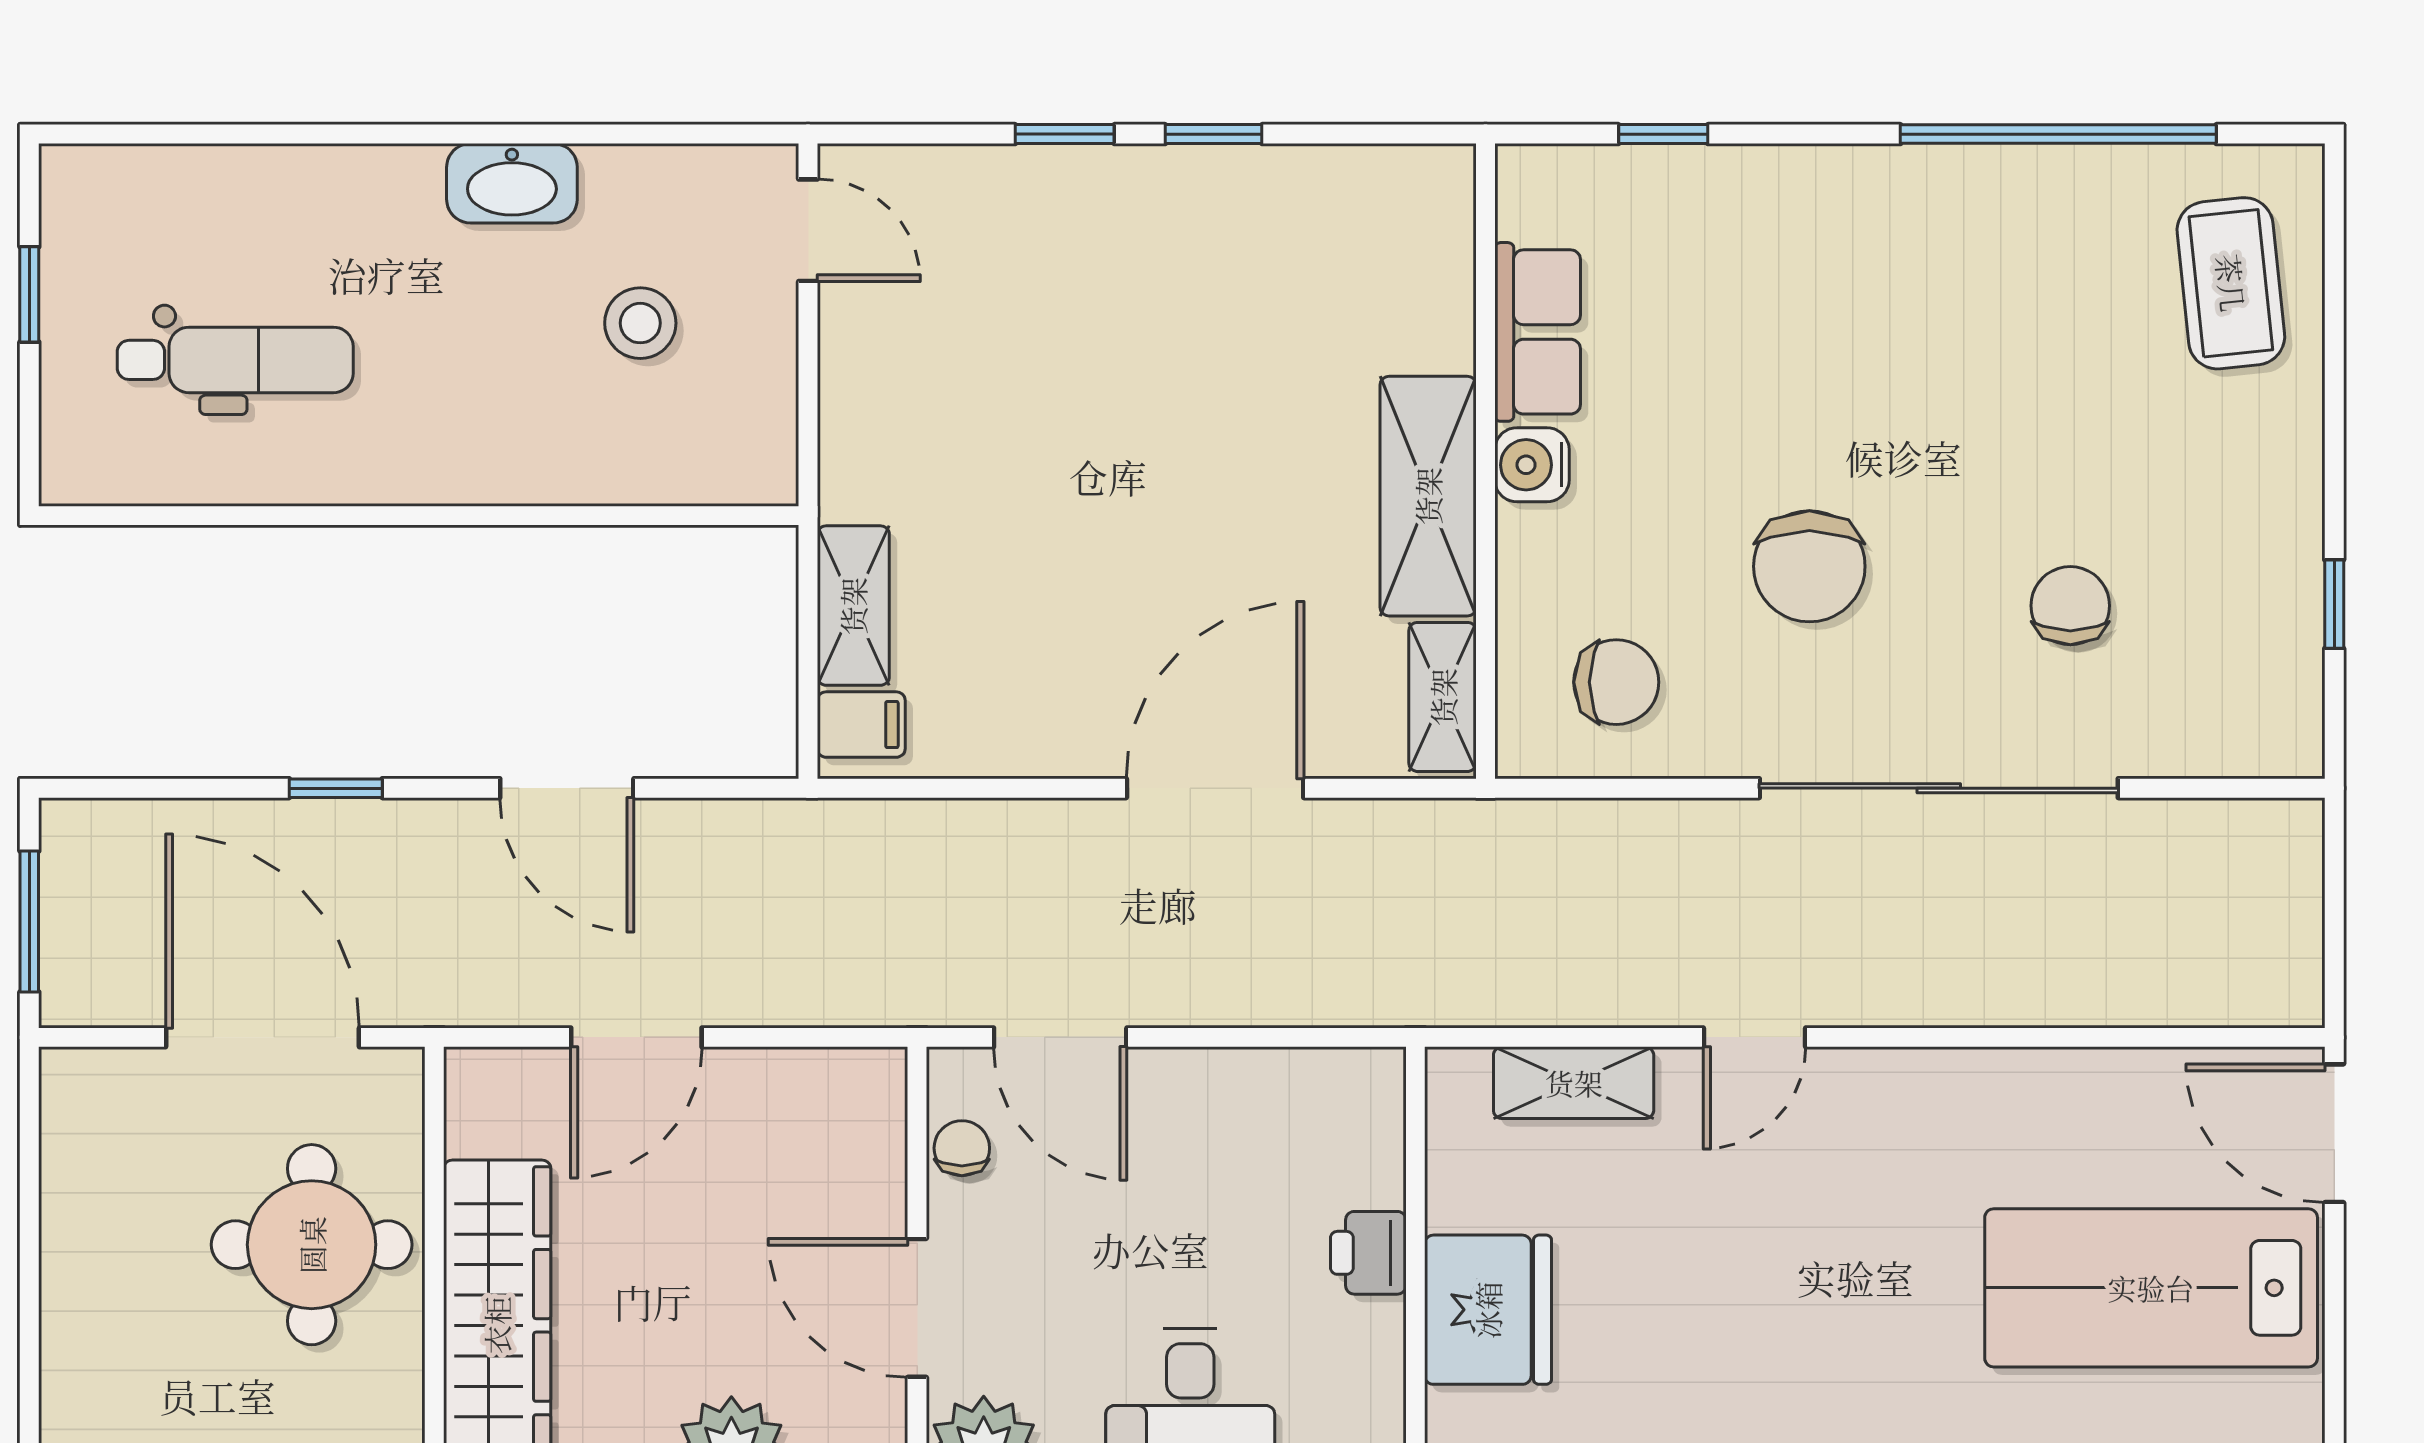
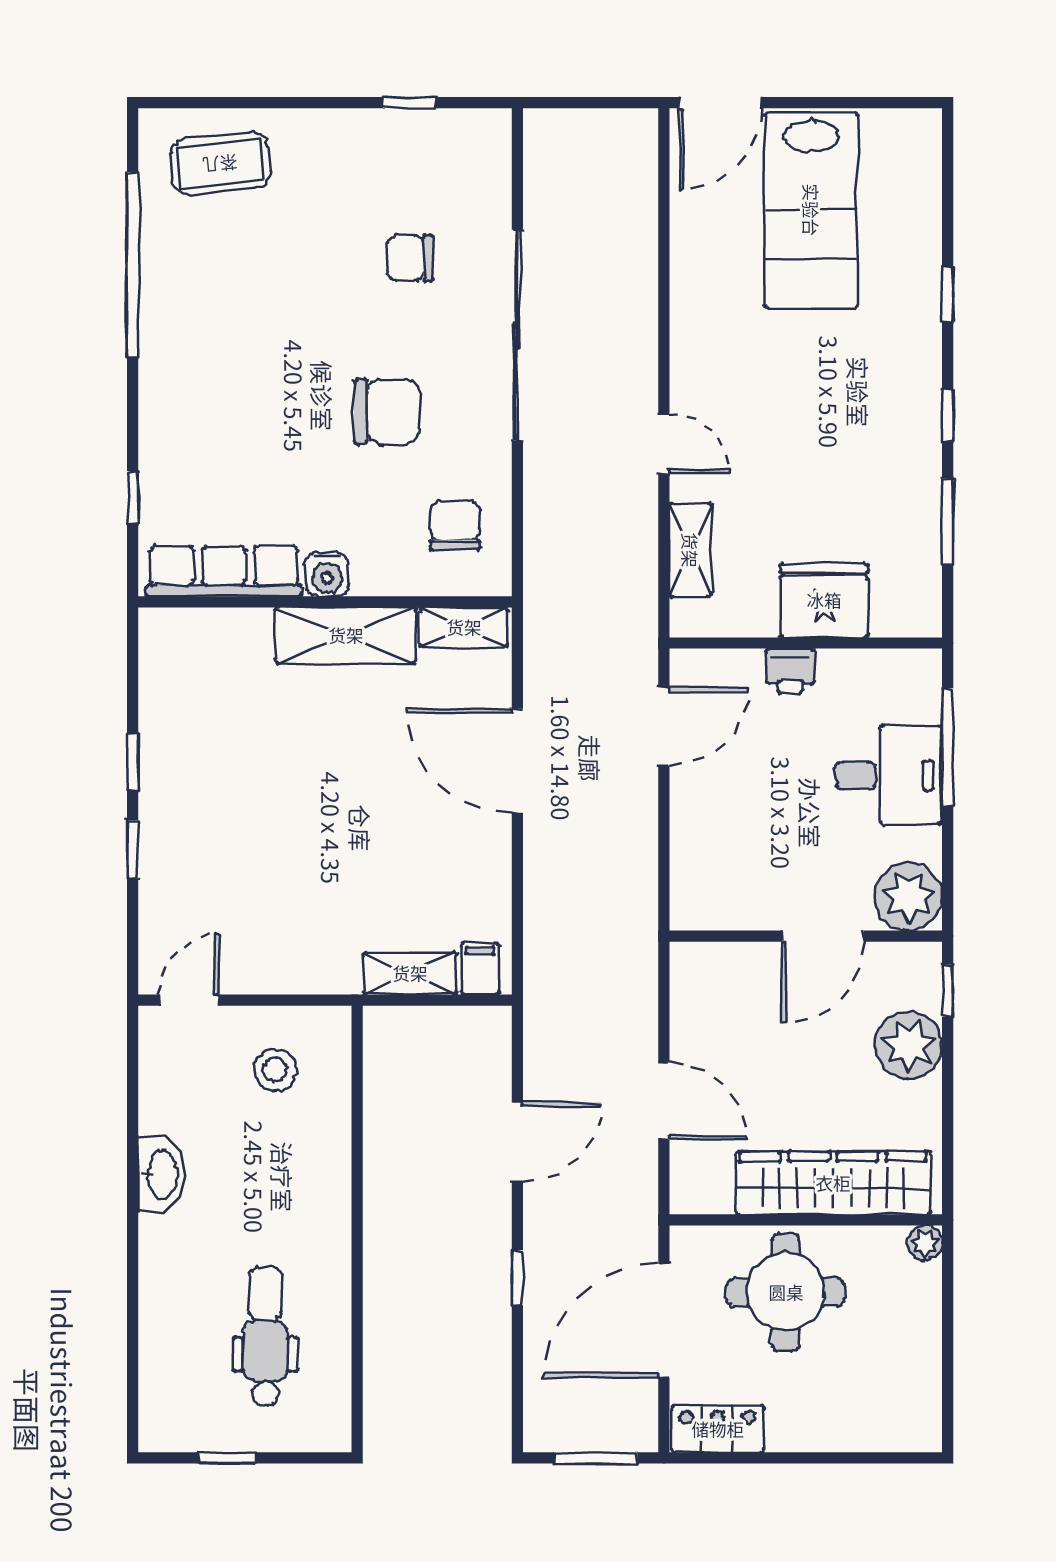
stool: (640, 323) -> (275, 1070), moved
row of seats: (1538, 332) -> (224, 571), width x1.48
door: (1060, 1037) -> (664, 726), moved
locker: (79, 1129) -> (718, 1429), added
chair: (962, 1148) -> (729, 910), removed

